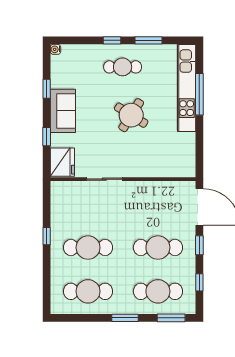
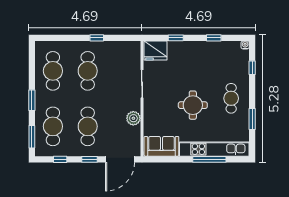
window: (112, 40) -> (252, 68), moved
sofa: (63, 111) -> (161, 146), moved, turned 180
round table: (131, 115) -> (193, 105), turned -32
plant: (148, 190) -> (133, 118), added

